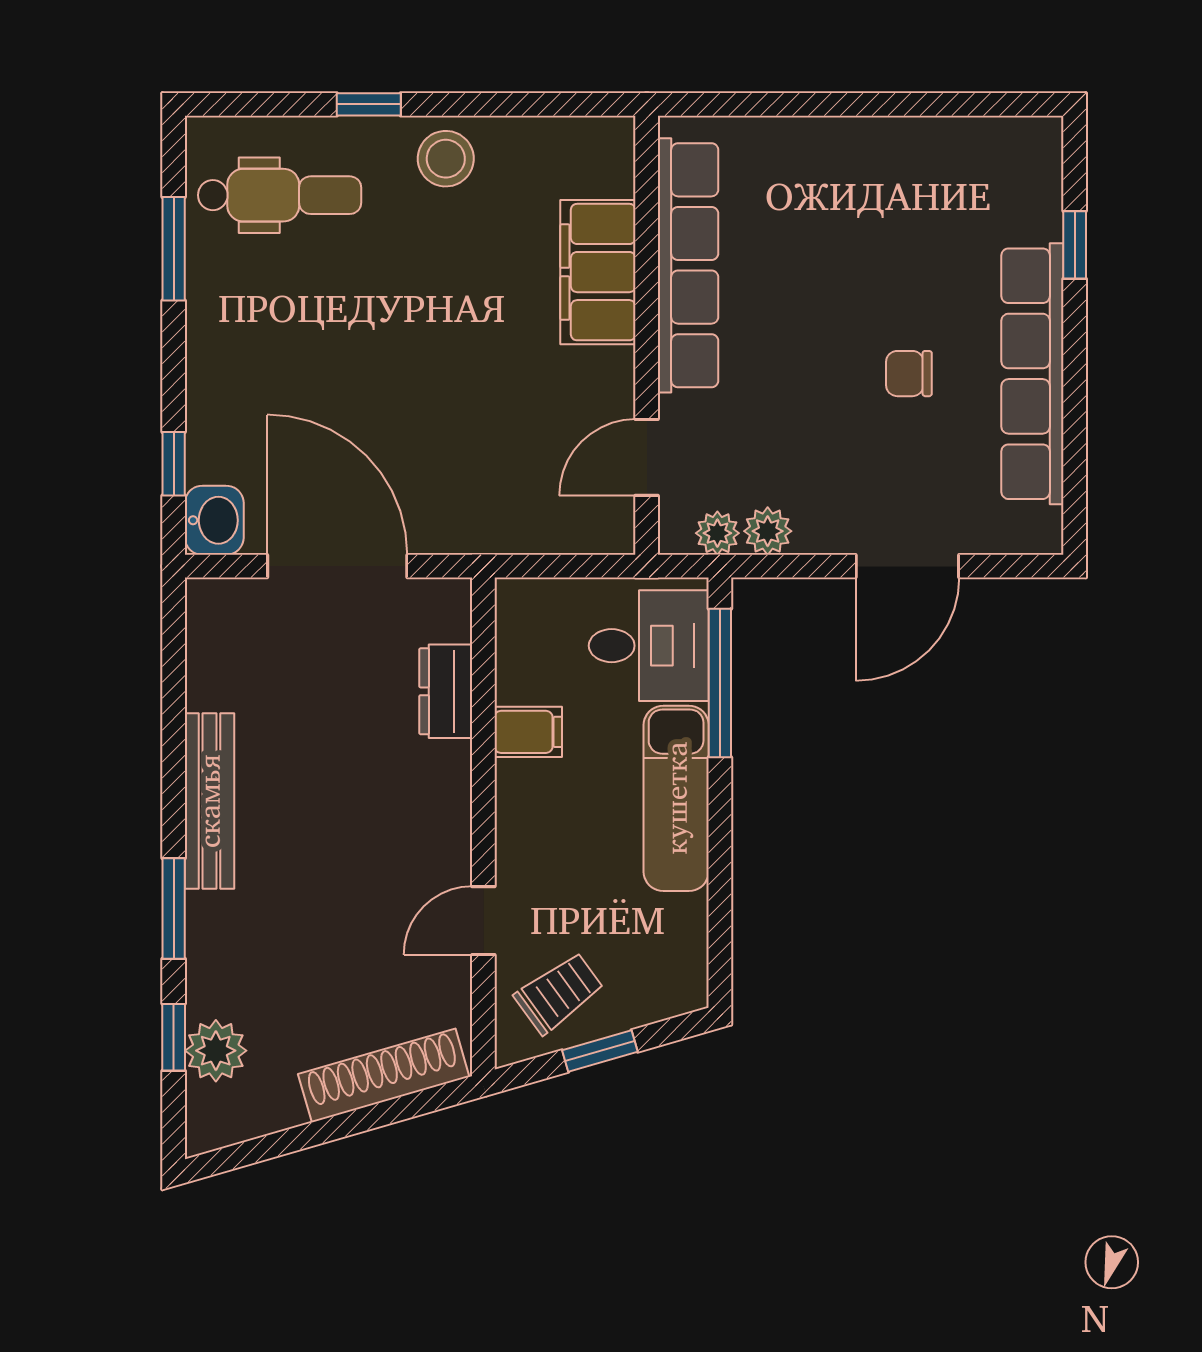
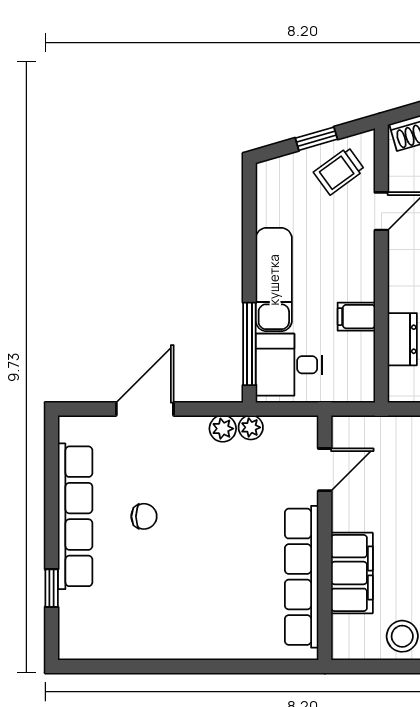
row of seats: (688, 265) -> (302, 577), moved
filing cabinet: (598, 272) -> (352, 573), moved
wall: (647, 335) -> (325, 538), moved
door: (647, 457) -> (325, 470), moved

